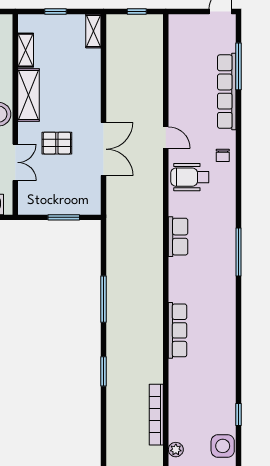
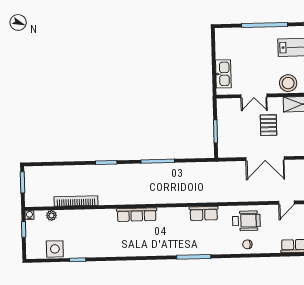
door: (166, 138) -> (286, 203), moved
chair: (223, 155) -> (247, 244), moved
wheelchair: (190, 177) -> (246, 221), turned 90

